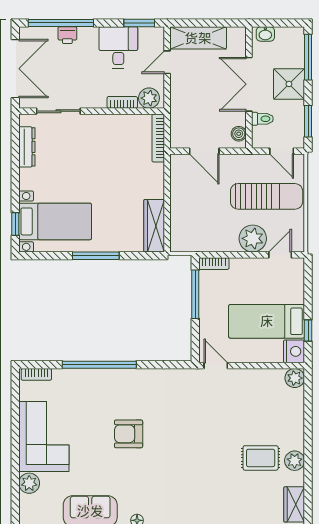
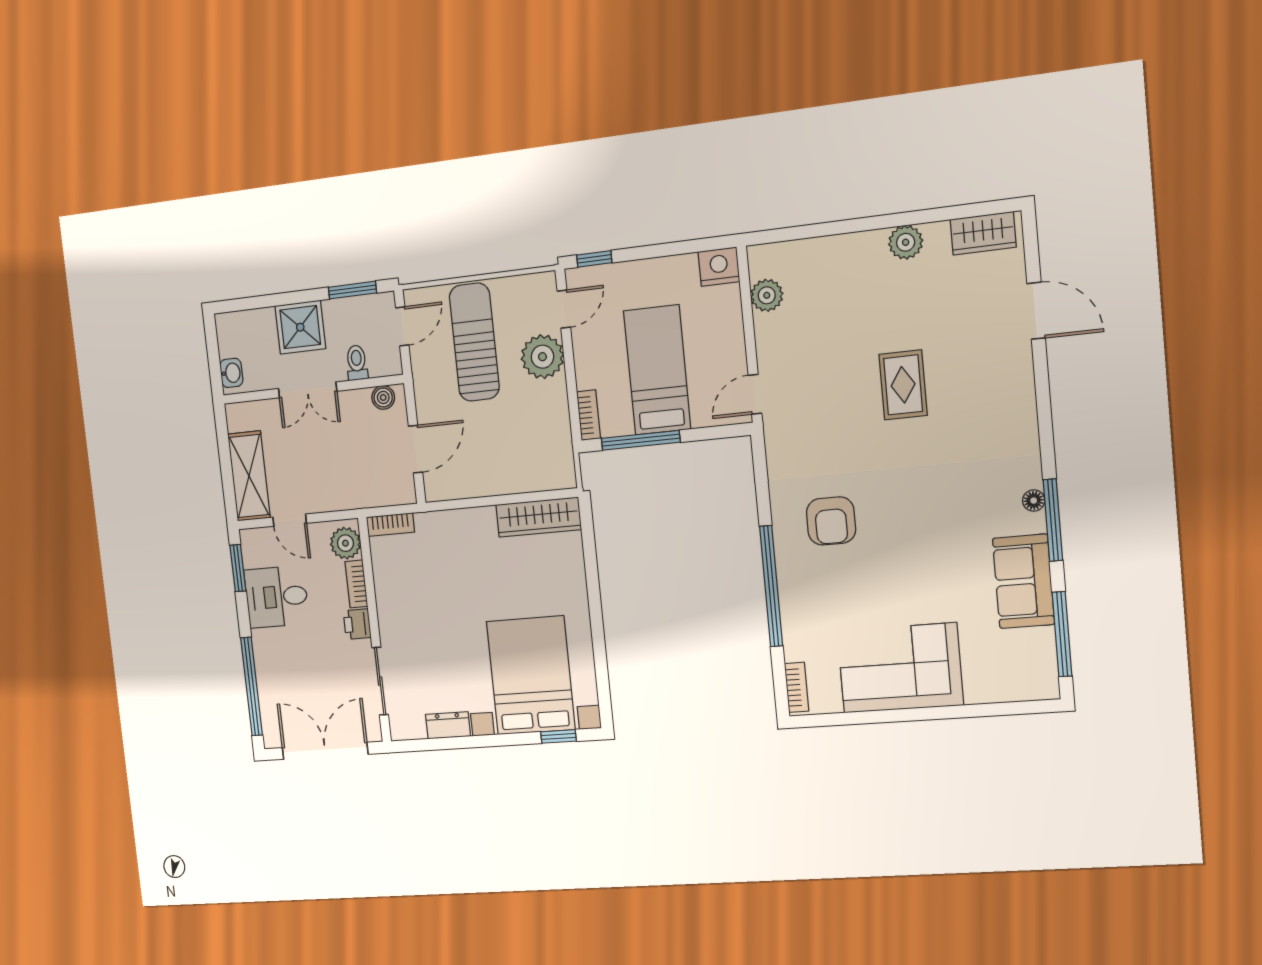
printer: (67, 35) -> (357, 624), moved, turned 180
window: (308, 57) -> (258, 302), removed
double door: (249, 84) -> (308, 390), width x0.73
bookcase: (158, 138) -> (390, 525), width x0.64
dresser: (27, 147) -> (448, 725), width x0.70
bed with nightstands: (55, 221) -> (531, 675), width x1.36
door: (280, 255) -> (564, 309), swing flipped
window: (96, 256) -> (595, 606), removed
bed: (267, 321) -> (657, 370), moved, turned 180
window: (308, 330) -> (594, 259), moved
plant: (295, 378) -> (767, 295), moved
armchair: (129, 434) -> (831, 521), moved
rug: (261, 458) -> (903, 385), moved
plant: (29, 483) -> (983, 687), removed

